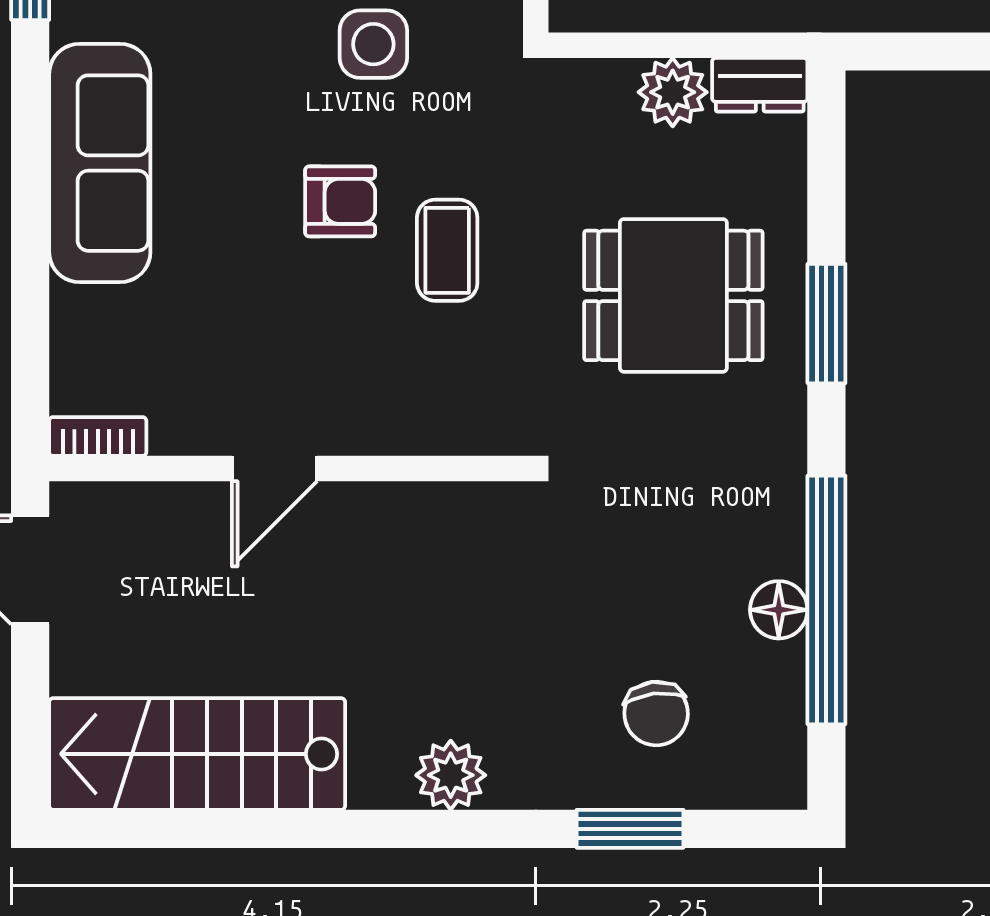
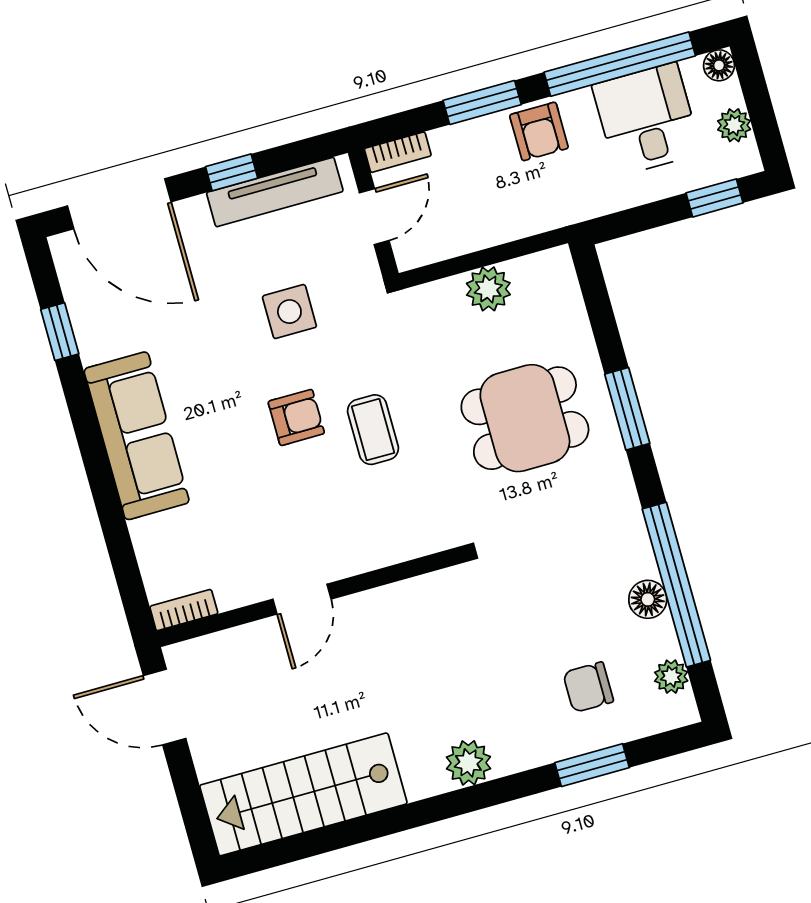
dresser: (760, 85) -> (542, 269), removed
chair: (656, 713) -> (588, 687), turned 97
plant: (781, 732) -> (671, 677), added

